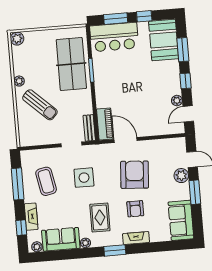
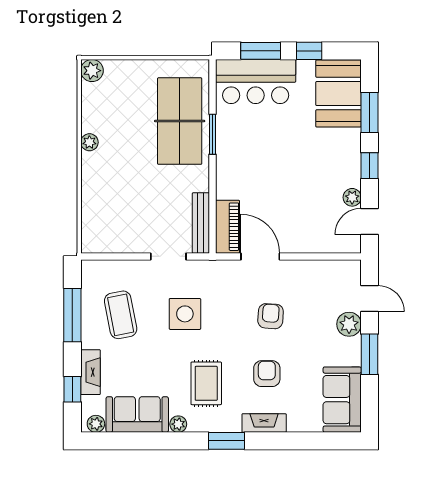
sun lounger: (40, 105) -> (121, 185), removed
bench: (89, 128) -> (201, 223), width x1.36
armchair: (135, 175) -> (271, 316), width x0.53, depth x0.53
armchair: (135, 209) -> (267, 374), turned 180

